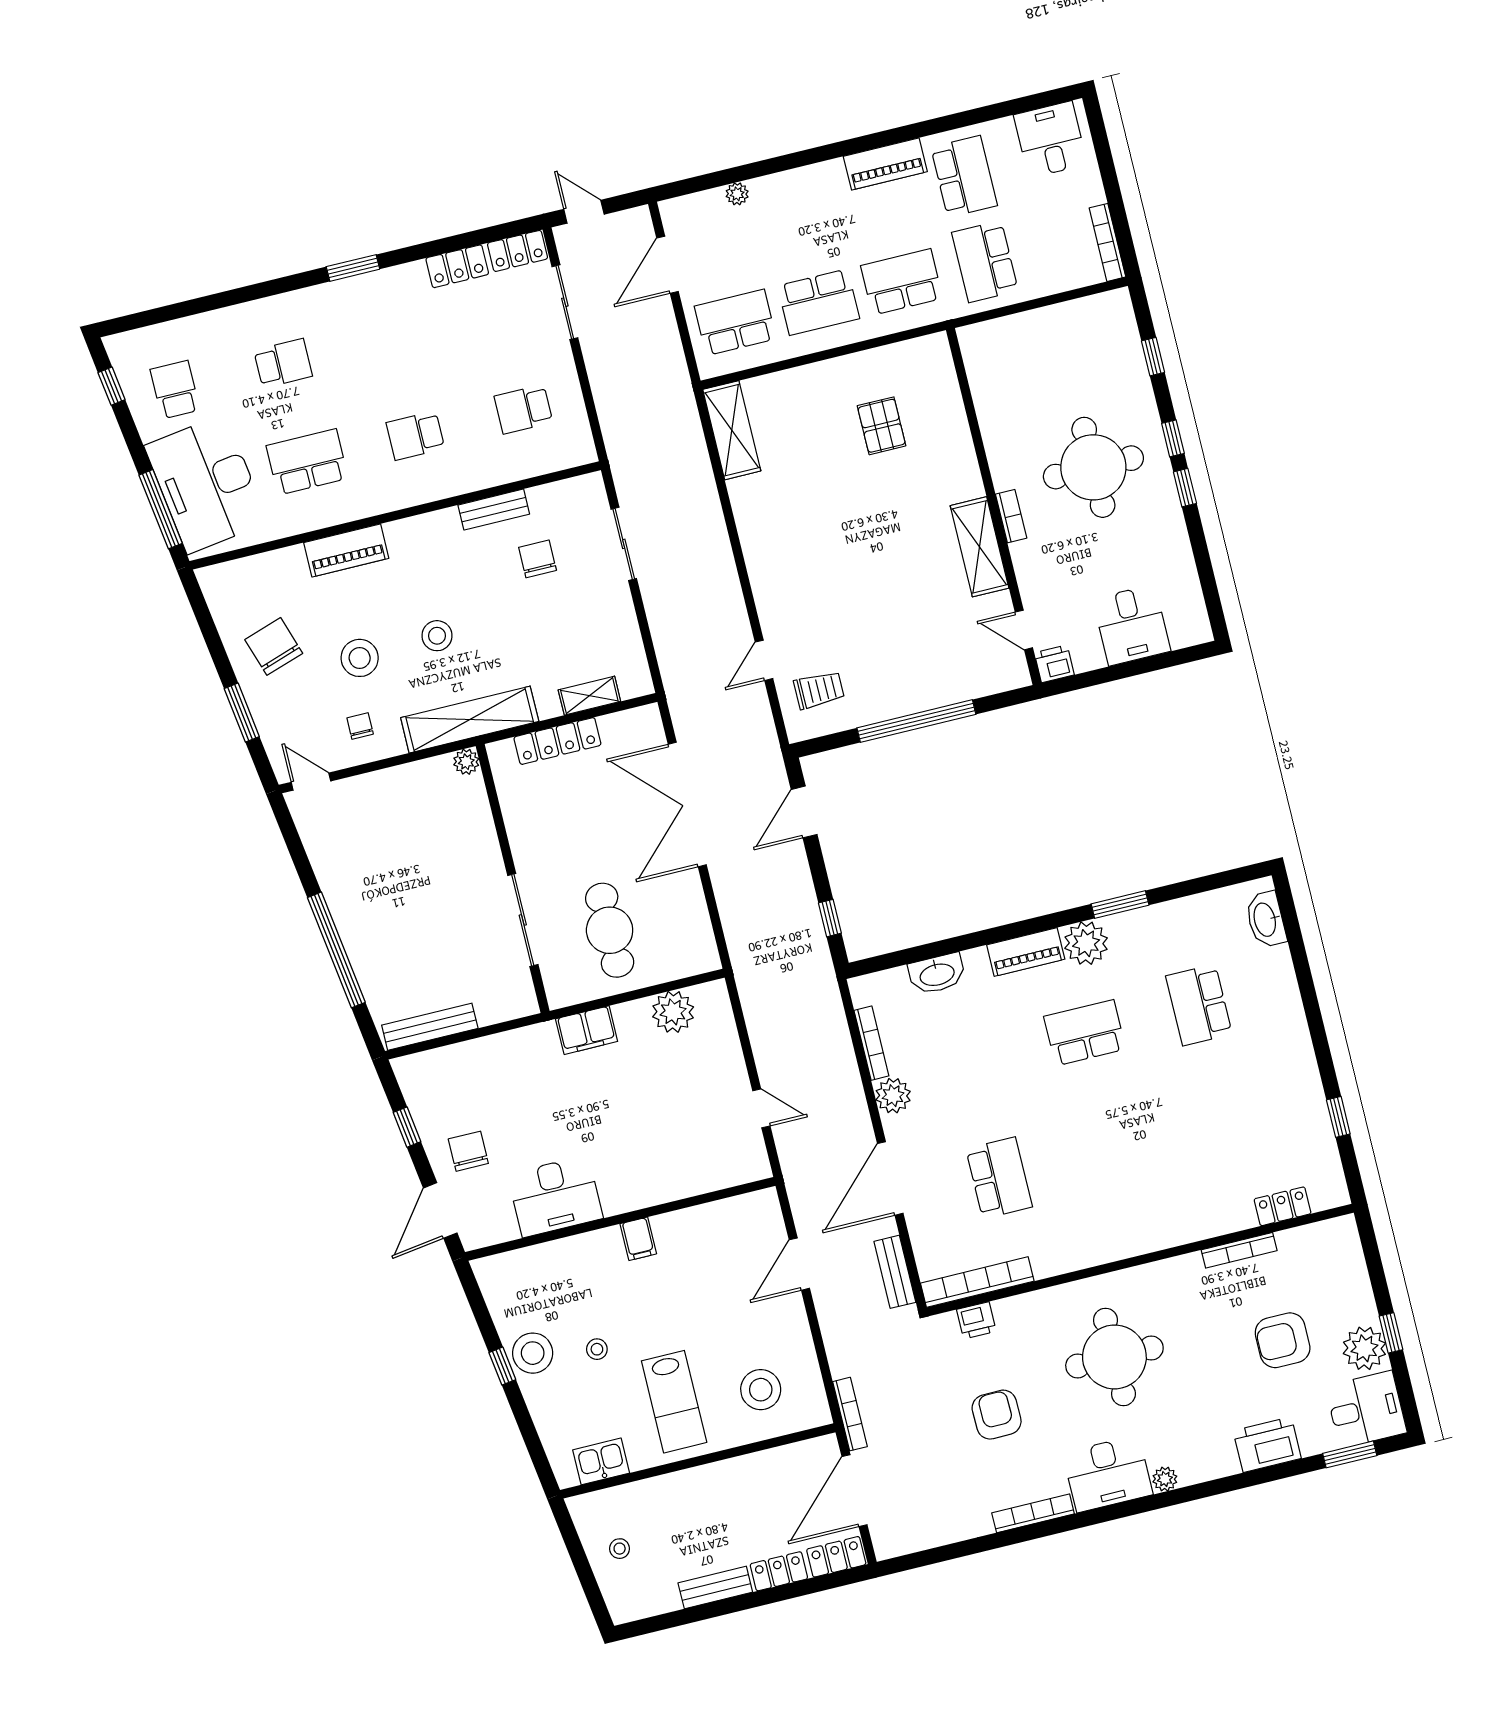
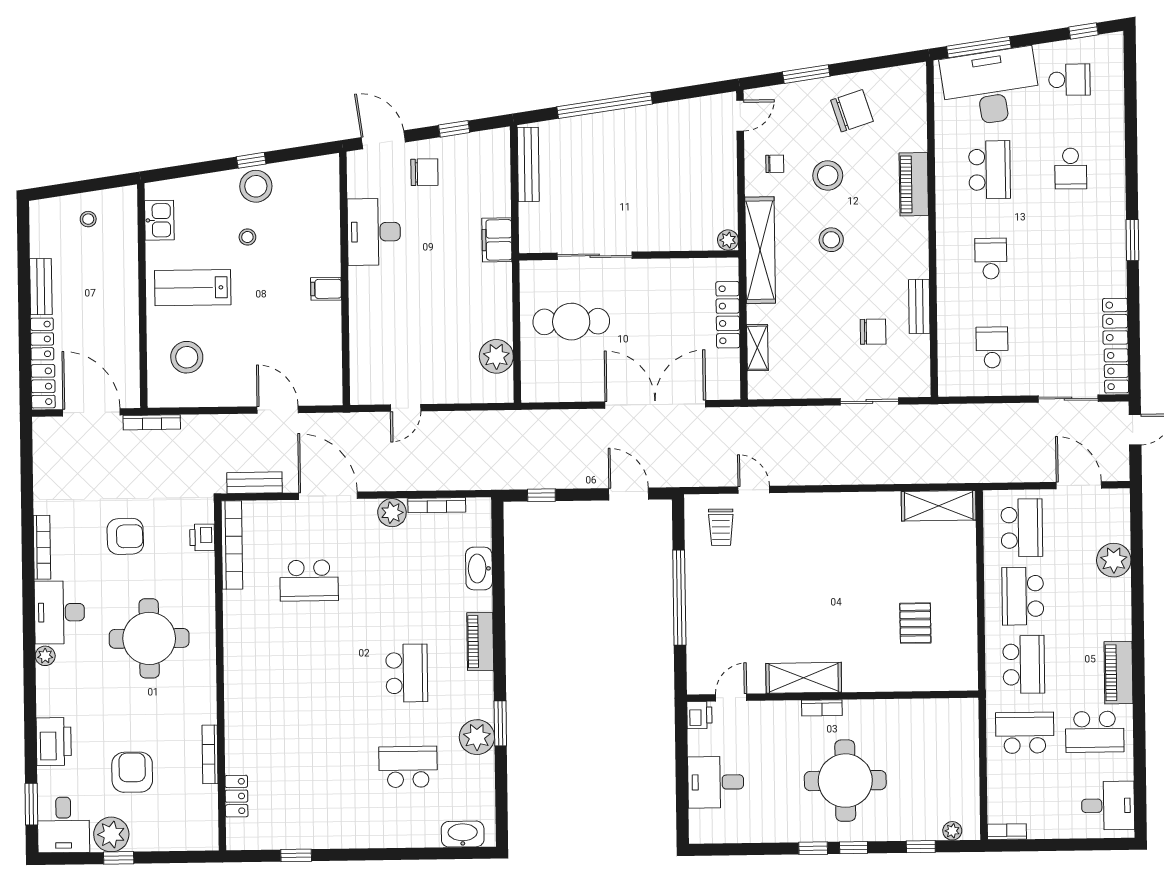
plant: (737, 194) -> (1114, 560), width x1.88, depth x1.88
bookcase: (1107, 242) -> (1007, 832), width x0.64
plant: (1125, 323) -> (952, 831), added
pallet: (882, 426) -> (915, 623), turned 90
plant: (1086, 943) -> (477, 737), moved
filing cabinet: (587, 1030) -> (497, 240), moved

